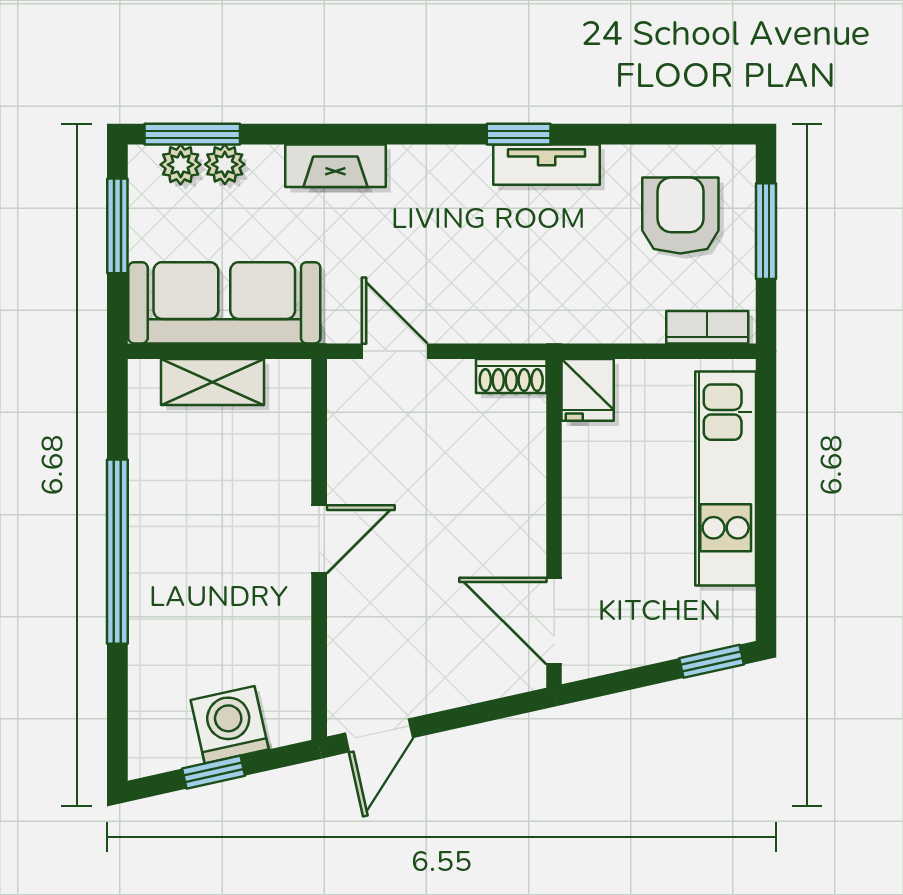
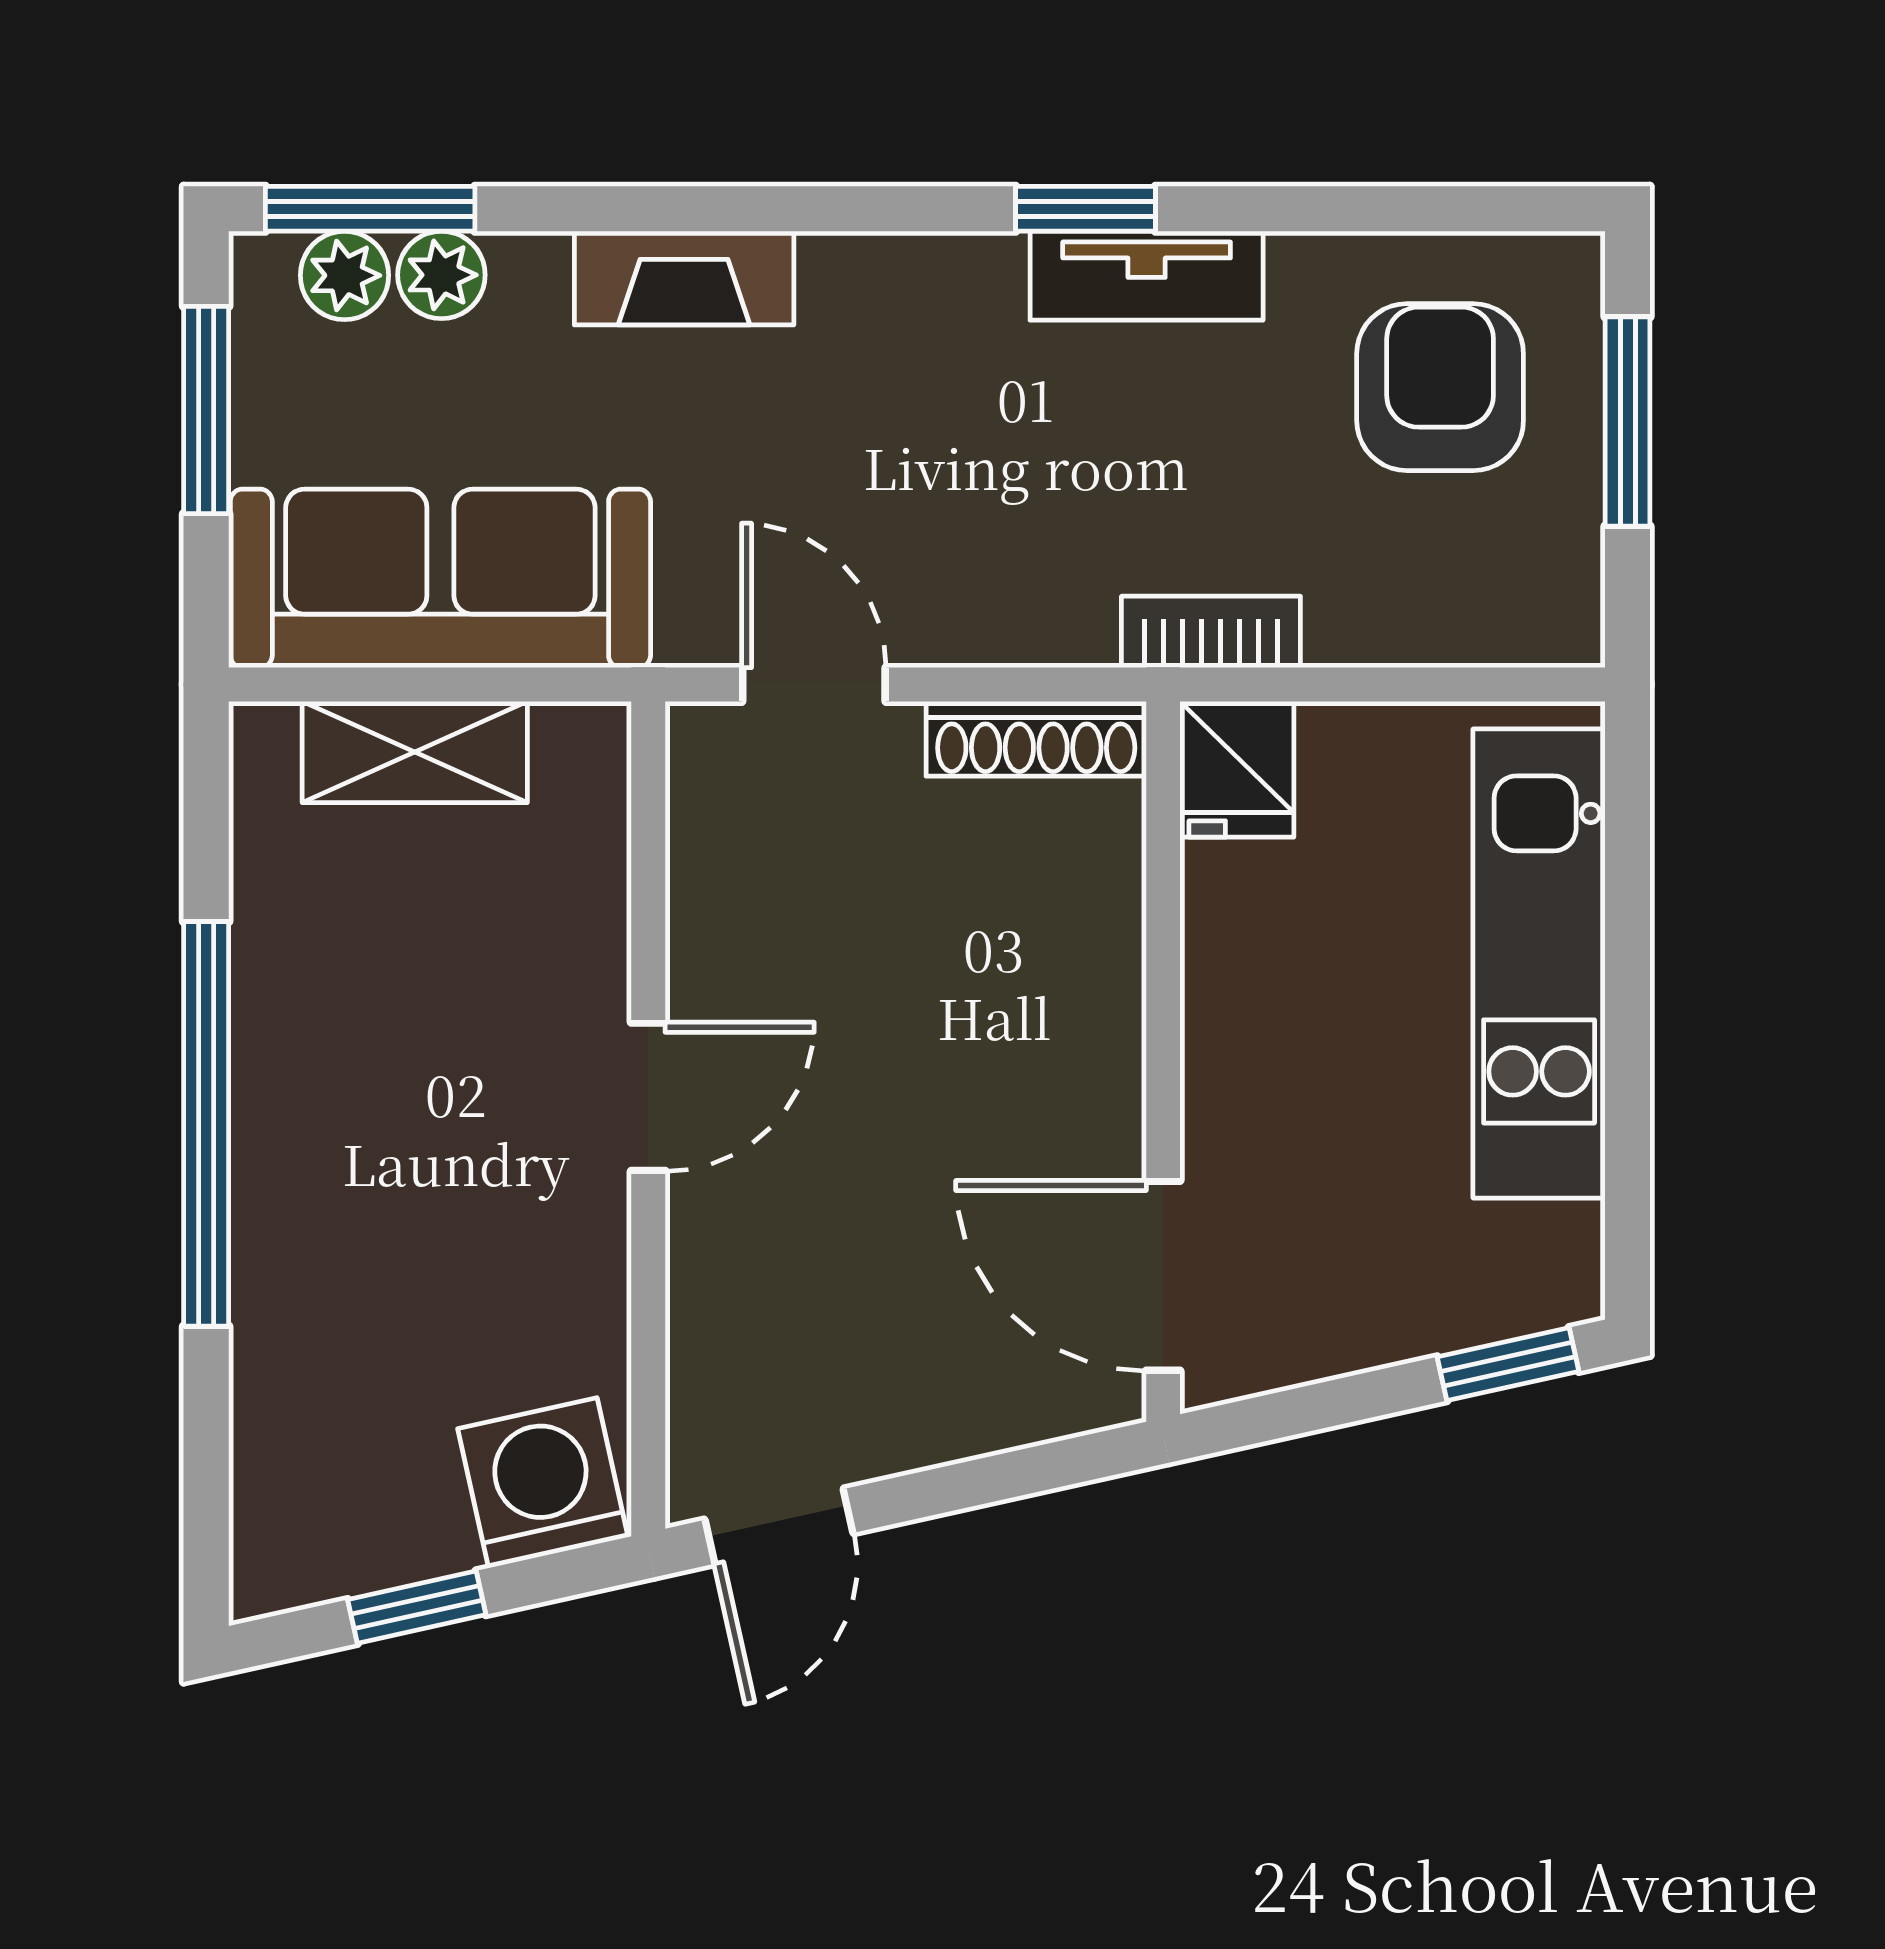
bookcase: (707, 327) -> (1211, 632), moved
shoe rack: (511, 376) -> (1036, 739), width x1.43
washing machine: (230, 725) -> (543, 1483), moved

